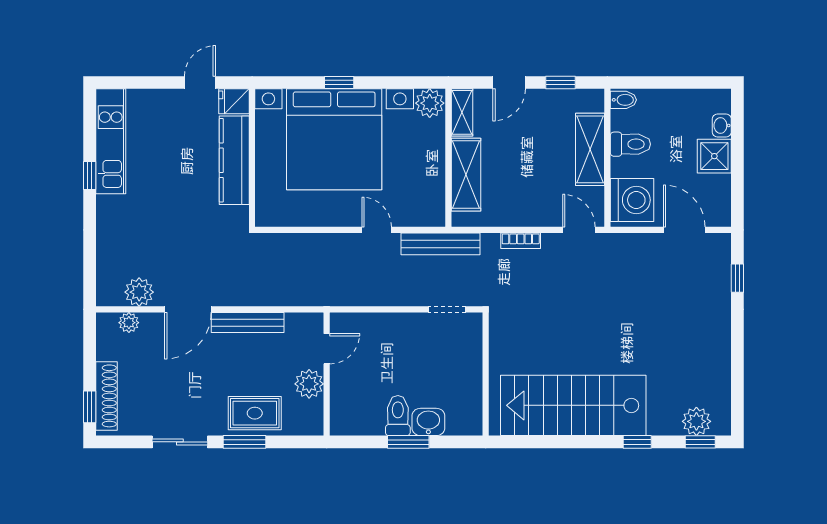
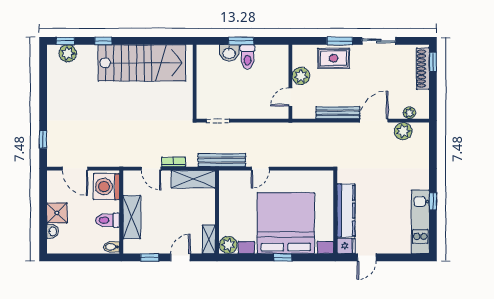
shelving: (466, 175) -> (193, 179), moved, turned 90
door: (377, 230) -> (260, 169), hinge flipped
door: (579, 230) -> (151, 169), moved

